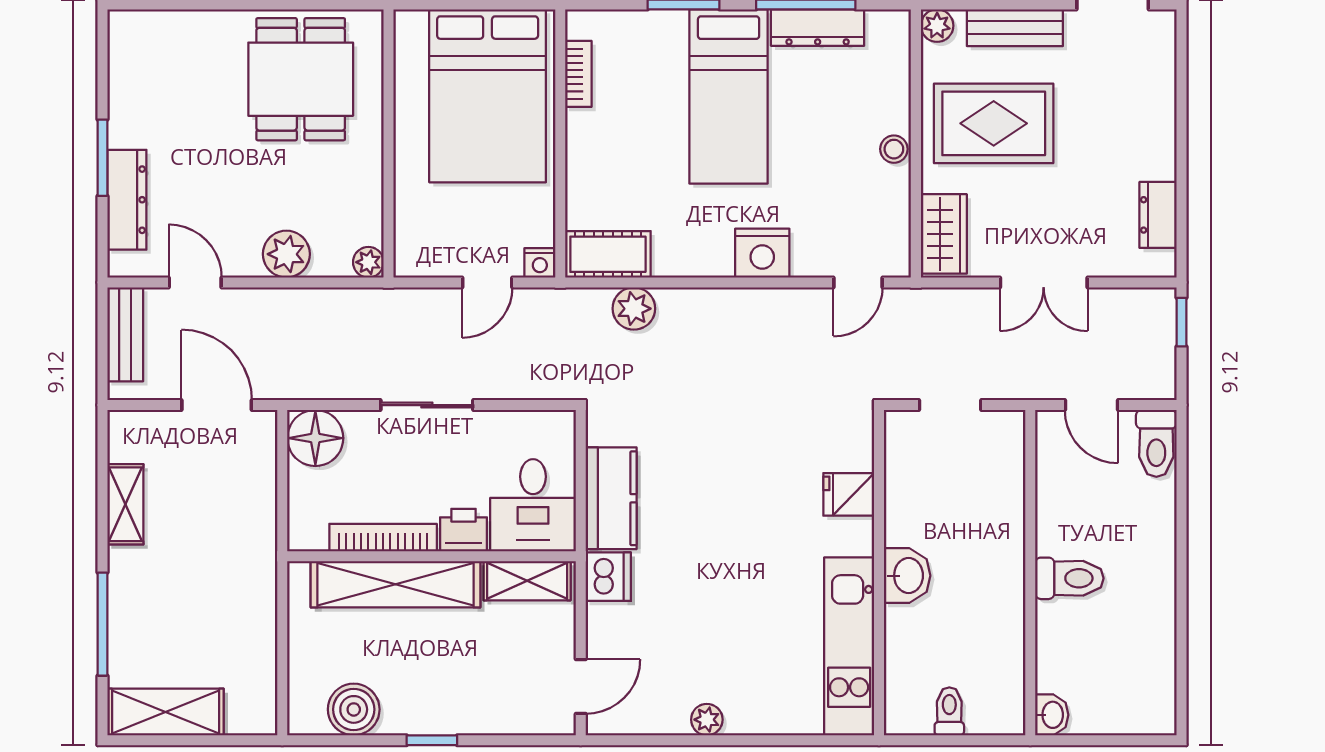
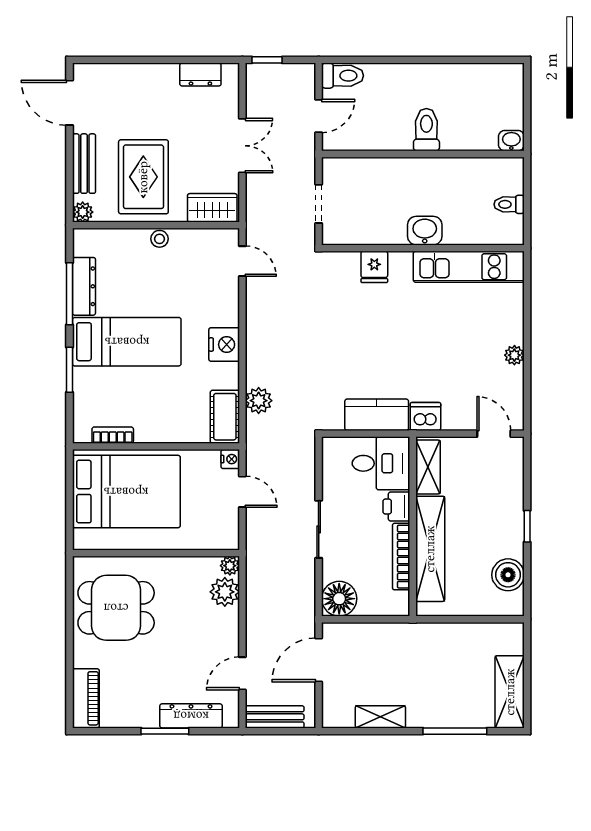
piano: (155, 31) -> (86, 698), added
nightstand: (762, 253) -> (224, 344), moved
plant: (286, 254) -> (225, 592), moved

